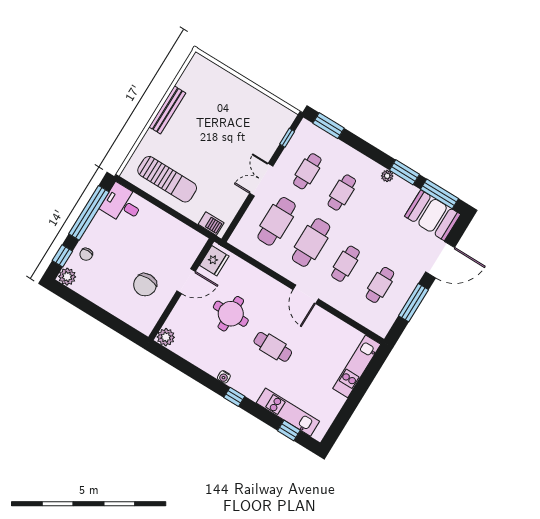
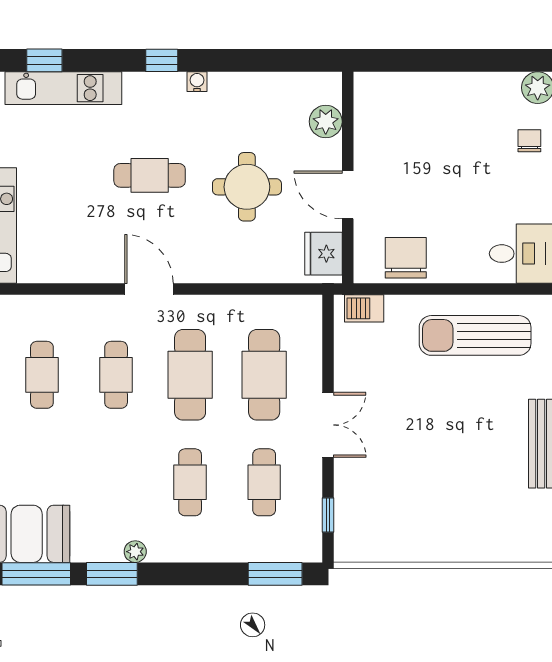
door: (186, 281) -> (348, 195), hinge flipped
chair: (145, 285) -> (406, 258), moved
plant: (166, 337) -> (326, 122), moved

